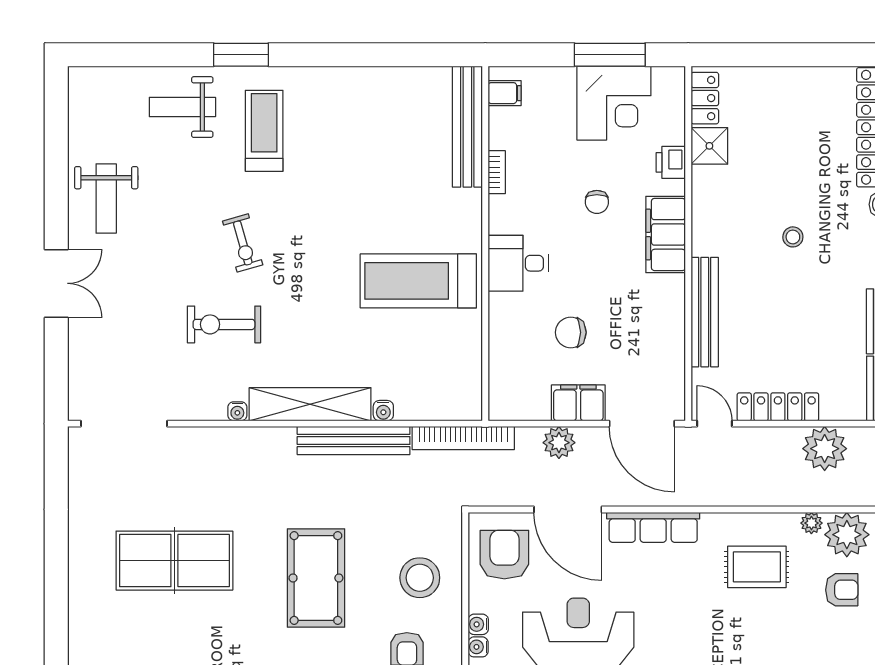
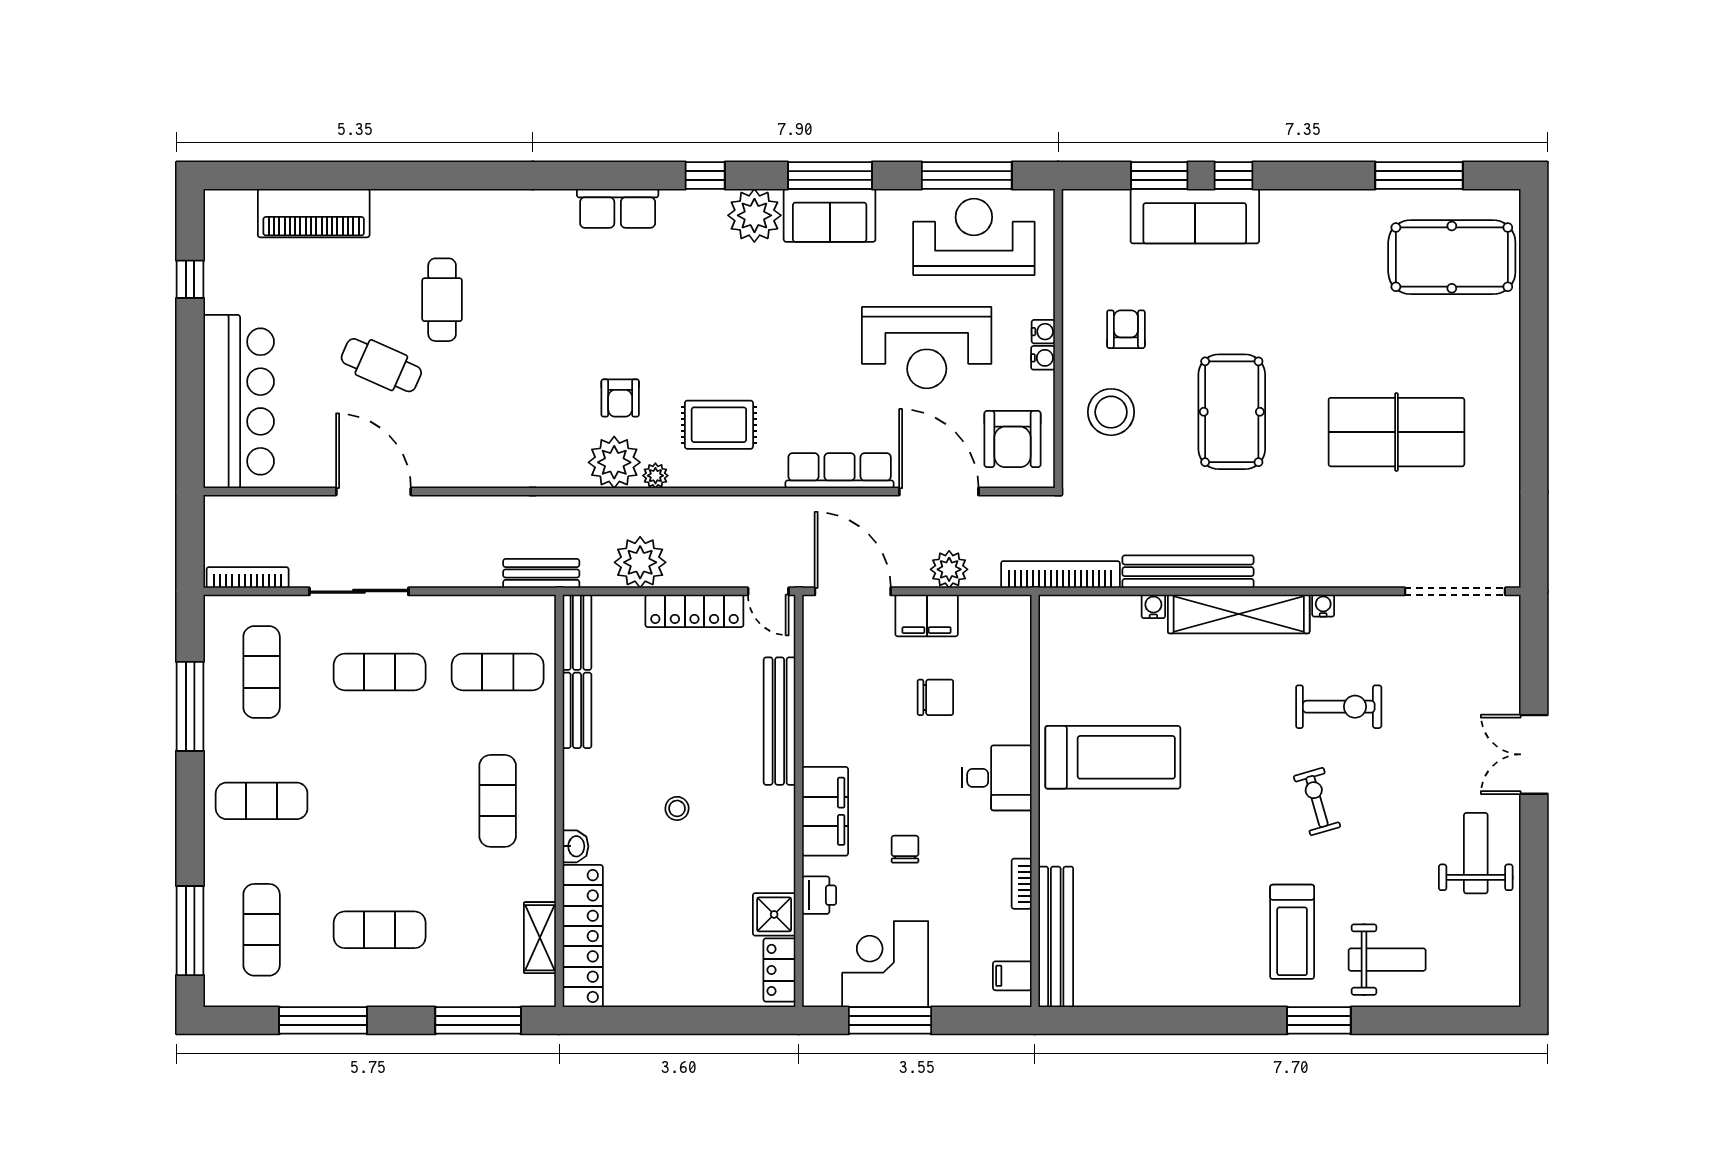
armchair: (842, 590) -> (620, 398), turned -90

